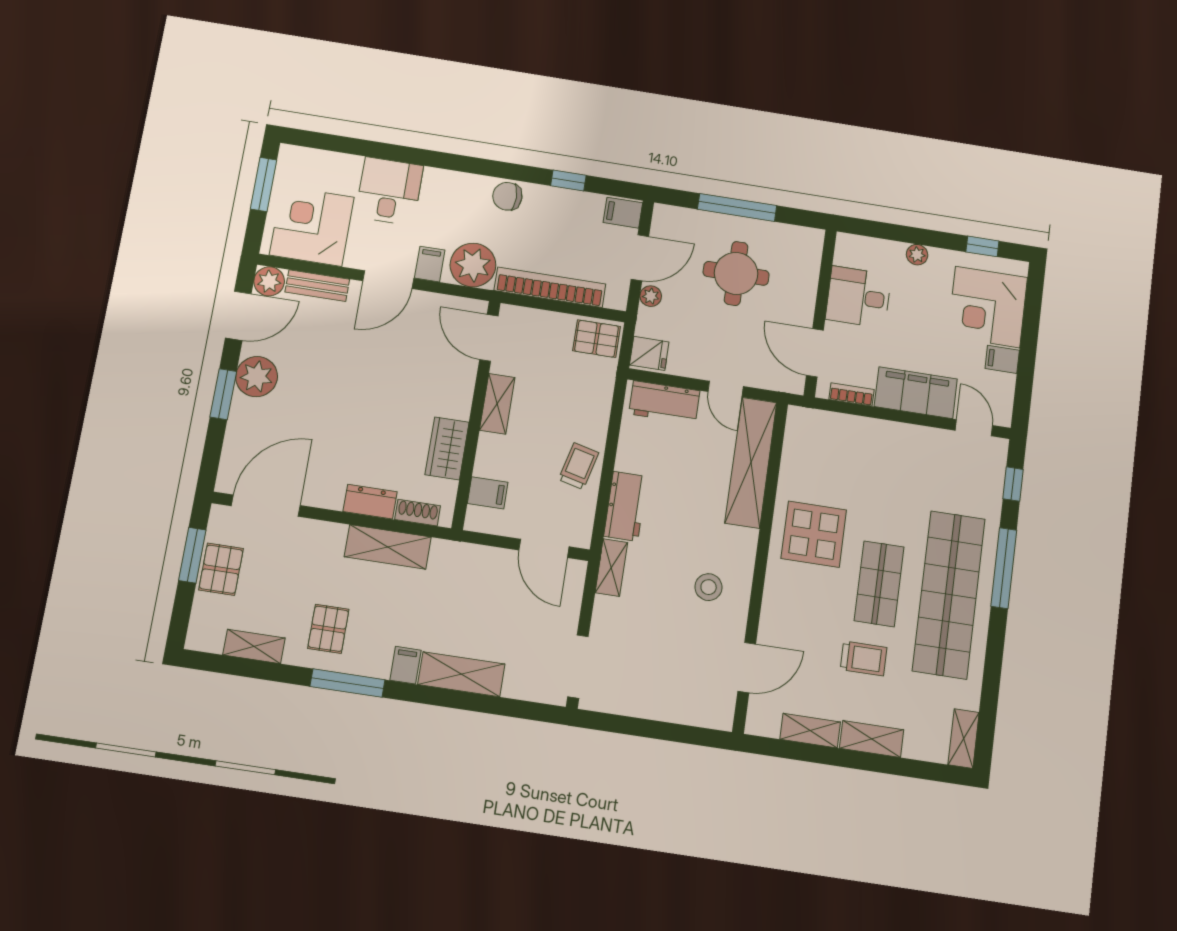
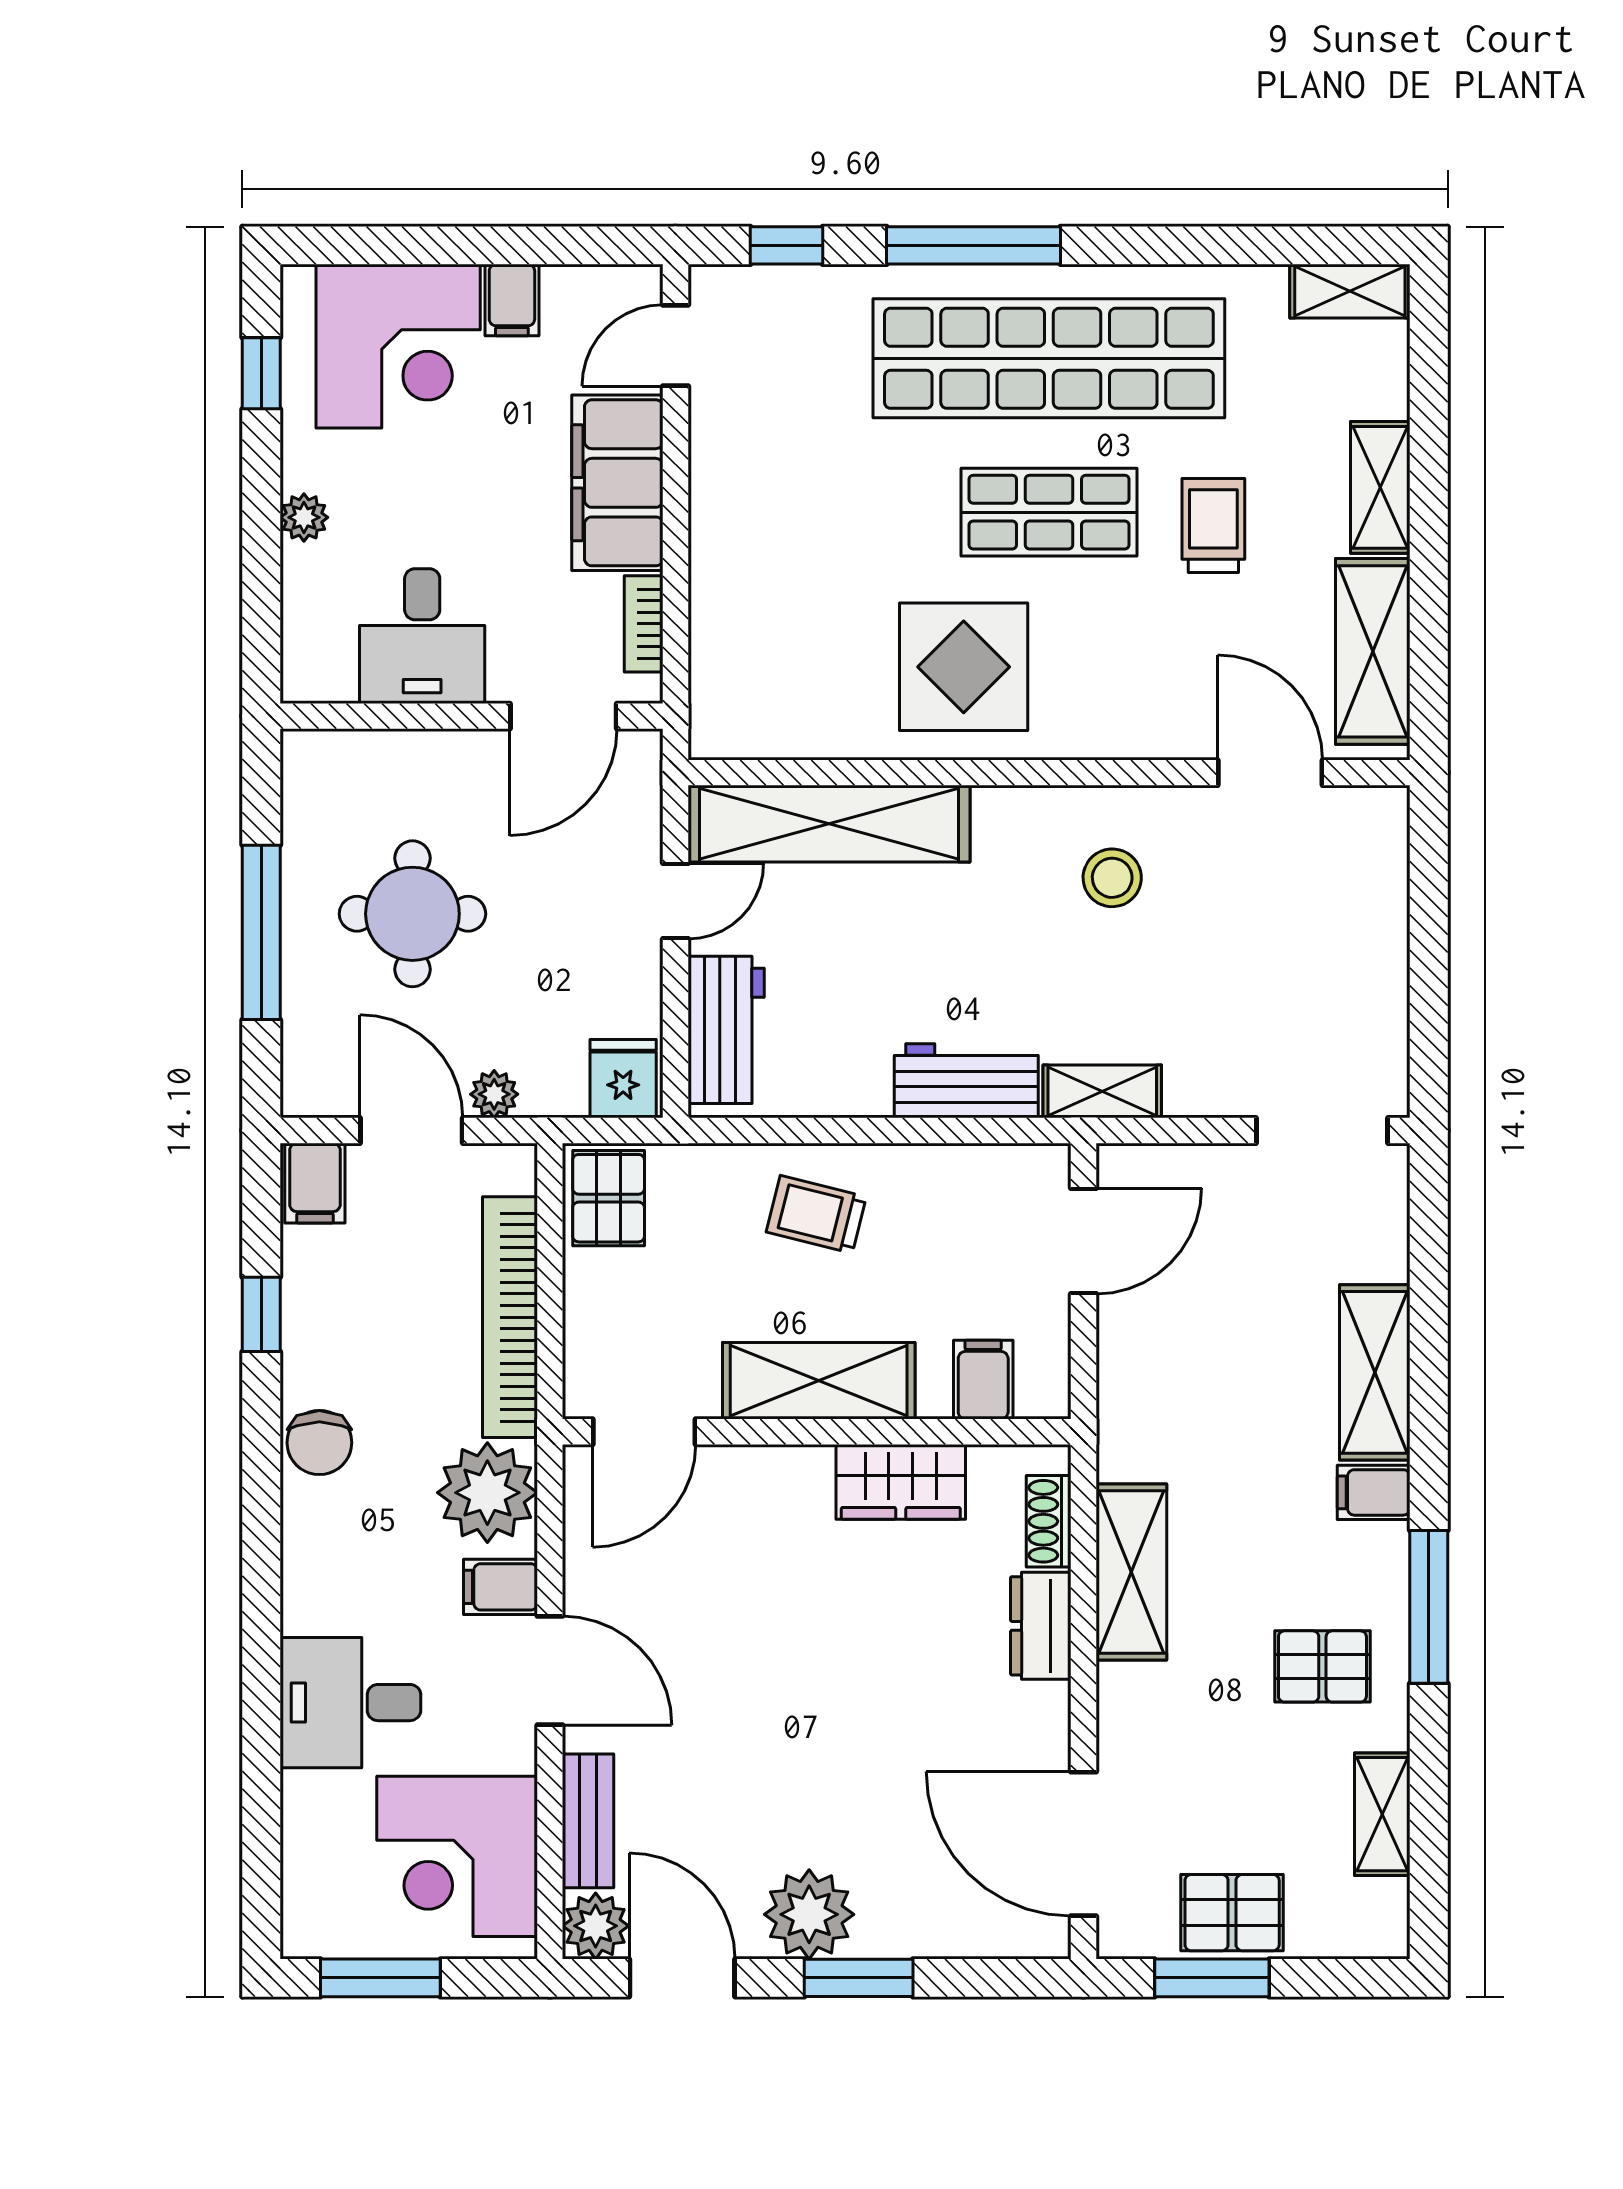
shelving: (497, 404) -> (819, 1381), width x1.50, depth x1.33
trolley: (579, 466) -> (816, 1214), moved
shelving: (810, 731) -> (1373, 651), width x1.50, depth x1.33

